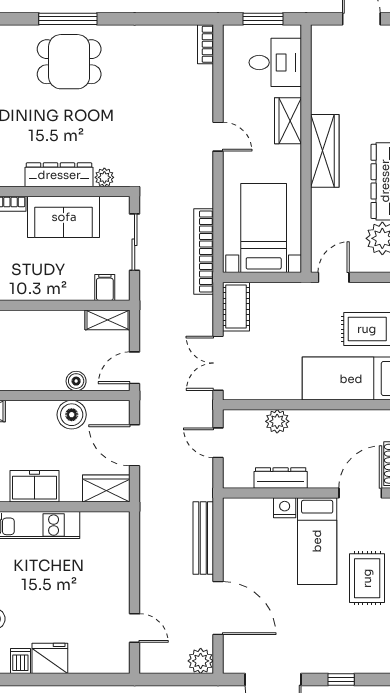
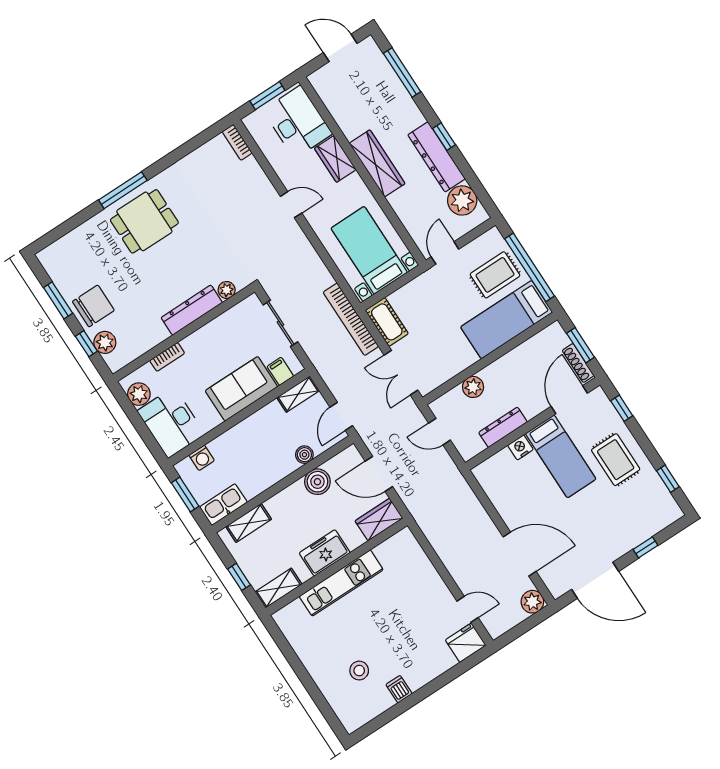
desk: (275, 62) -> (298, 122), width x1.37
sofa: (64, 217) -> (241, 389), moved, turned 180
bookcase: (204, 252) -> (351, 319), moved
bench: (203, 538) -> (475, 509), removed
fridge: (50, 658) -> (466, 643), moved

